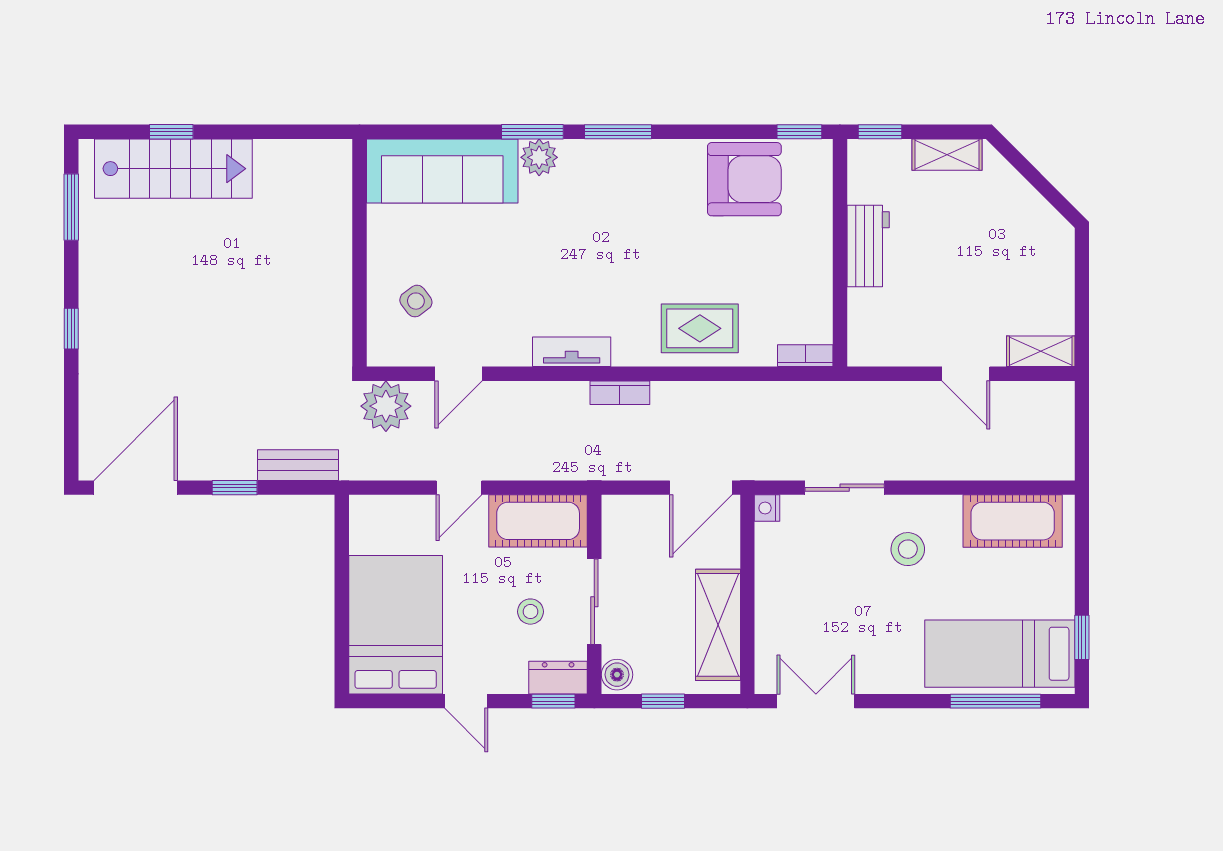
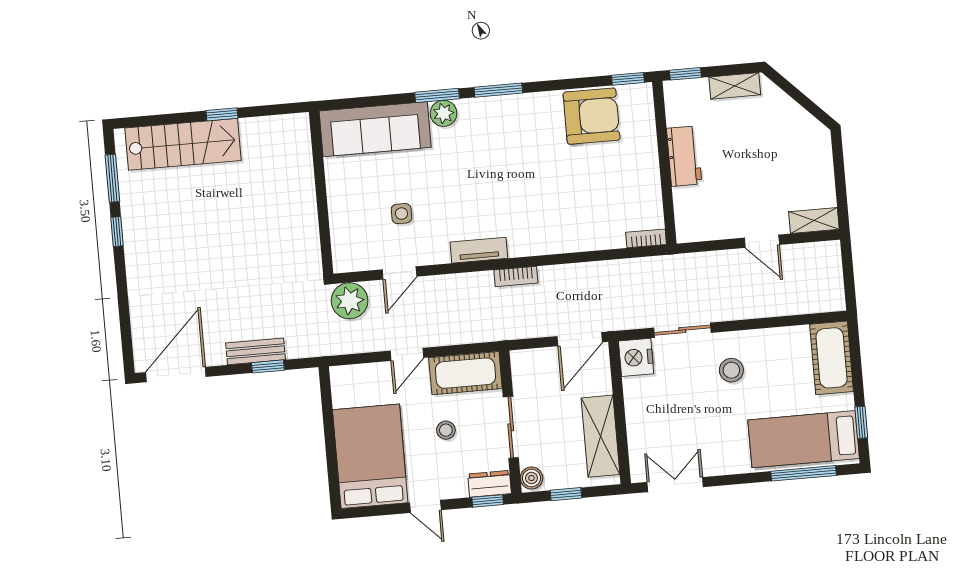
window: (171, 132) -> (222, 114), moved
side table: (416, 301) -> (401, 214), moved, turned 37
rug: (700, 328) -> (569, 225), removed
window: (71, 329) -> (117, 232), moved
bench: (298, 465) -> (256, 351), moved
window: (235, 488) -> (268, 366), moved
nightstand: (767, 508) -> (636, 357), width x1.89, depth x1.79
cot: (1013, 521) -> (832, 358), moved, turned 90
stool: (530, 612) -> (446, 430), moved

